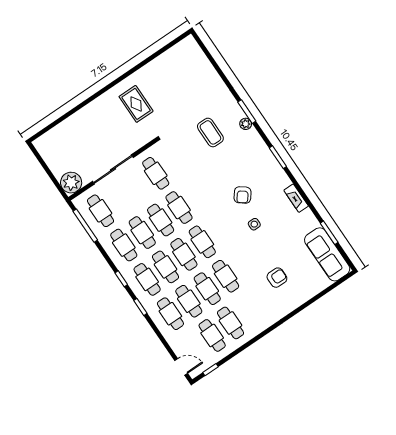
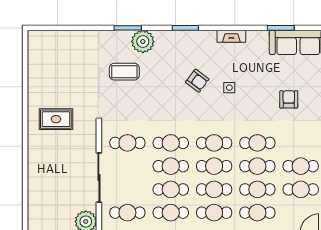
plant: (246, 124) -> (143, 42), width x1.87, depth x1.87

